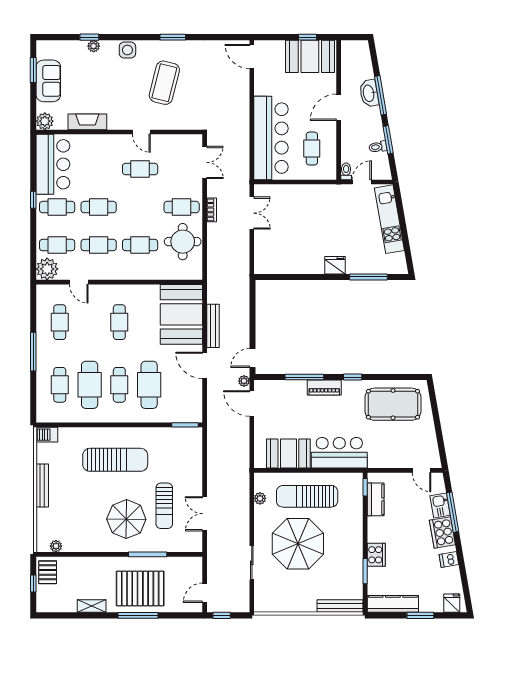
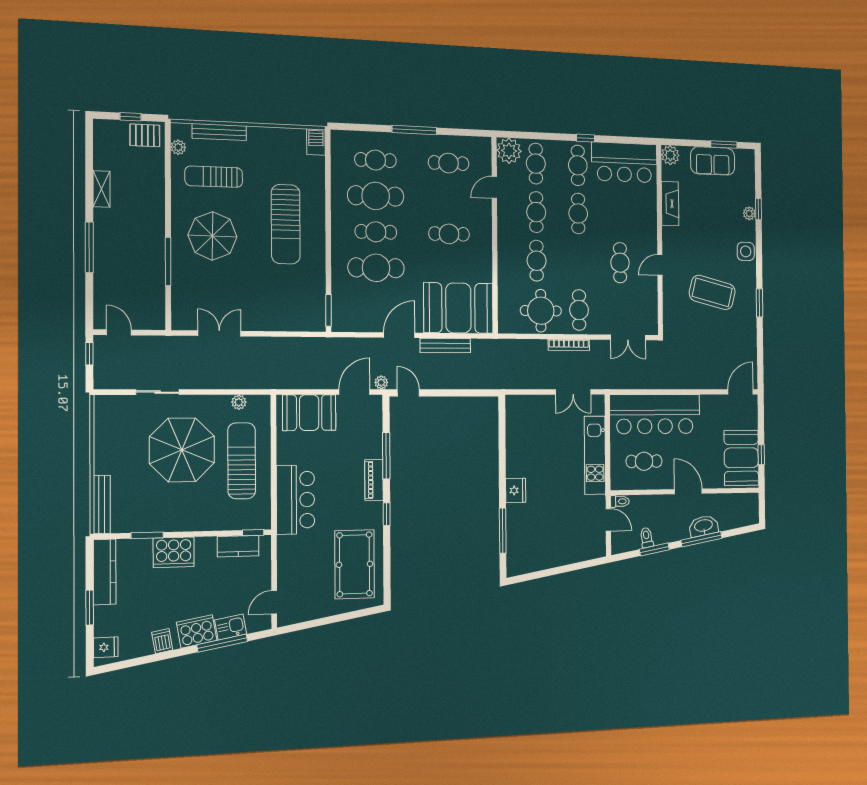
bookcase: (212, 210) -> (569, 345), width x1.56
kitchen unit: (389, 219) -> (595, 455), moved, turned -80
booth: (288, 454) -> (309, 413), moved, turned 90
bench: (42, 485) -> (219, 132), moved
sun lounger: (164, 506) -> (214, 177), moved
cooker: (376, 555) -> (174, 552), width x1.37, depth x1.31
pallet: (140, 588) -> (124, 251), removed

